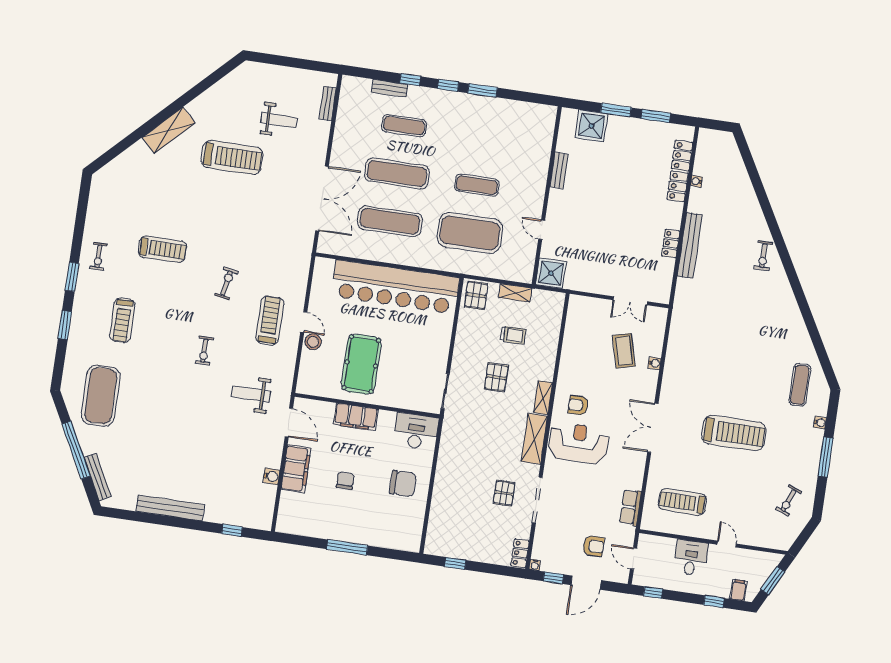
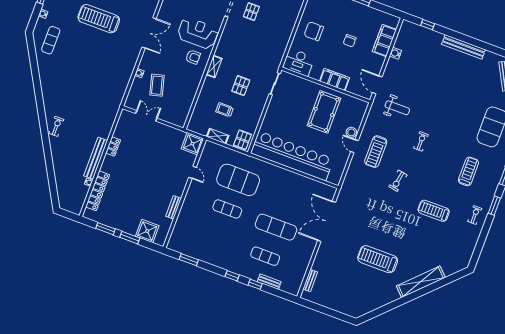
window: (482, 90) -> (189, 260), moved
weight bench: (279, 120) -> (343, 276), removed
shelving: (169, 130) -> (421, 282), width x1.47
exercise mat: (390, 221) -> (287, 198), removed
bench: (690, 245) -> (96, 158), moved
shelving: (534, 439) -> (225, 42), removed
reception desk: (579, 443) -> (198, 33), turned 180
filing cabinet: (296, 469) -> (384, 41), moved

